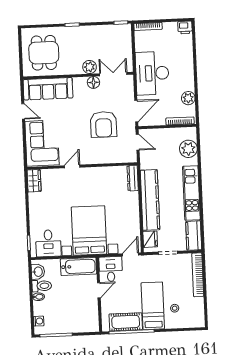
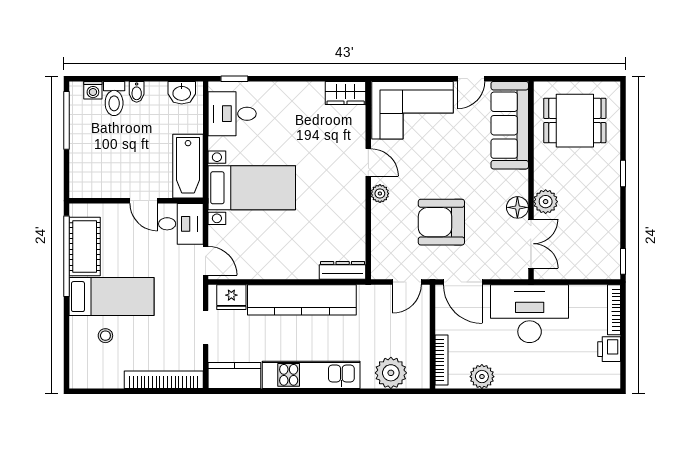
printer: (185, 27) -> (609, 349), moved
plant: (89, 159) -> (380, 194), added
bed with nightstands: (89, 230) -> (252, 188), width x0.73
toilet: (42, 286) -> (114, 99), moved

